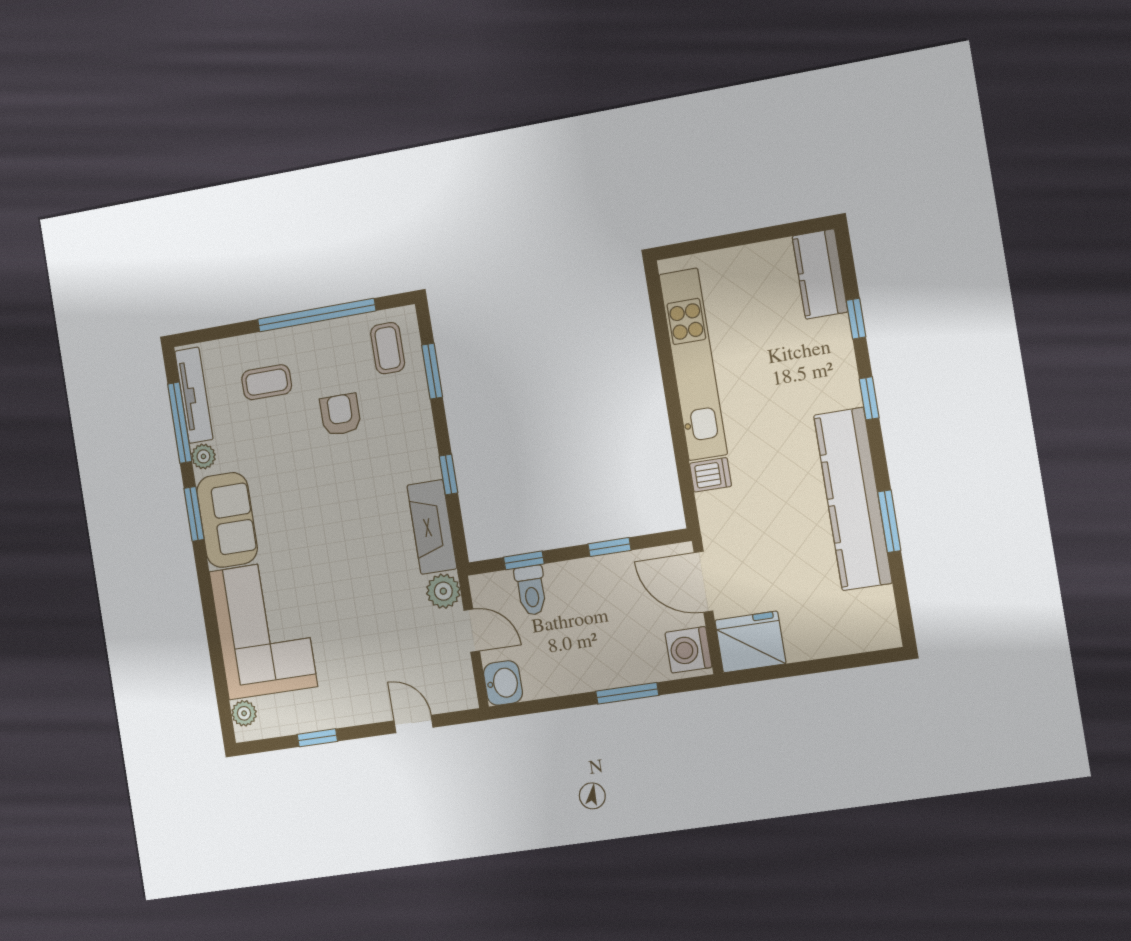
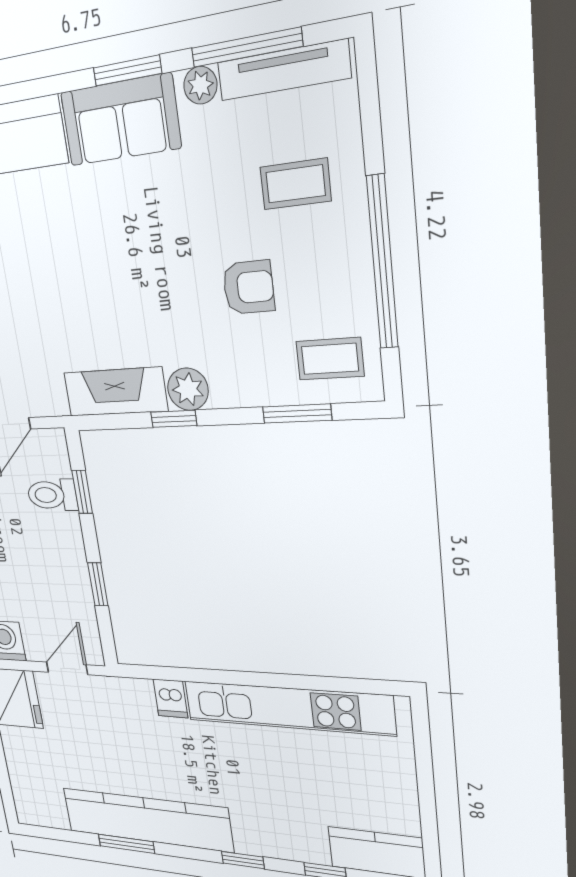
coffee table: (267, 382) -> (295, 184), turned 90
door: (704, 582) -> (67, 668), width x0.73
plant: (443, 591) -> (188, 389), moved

